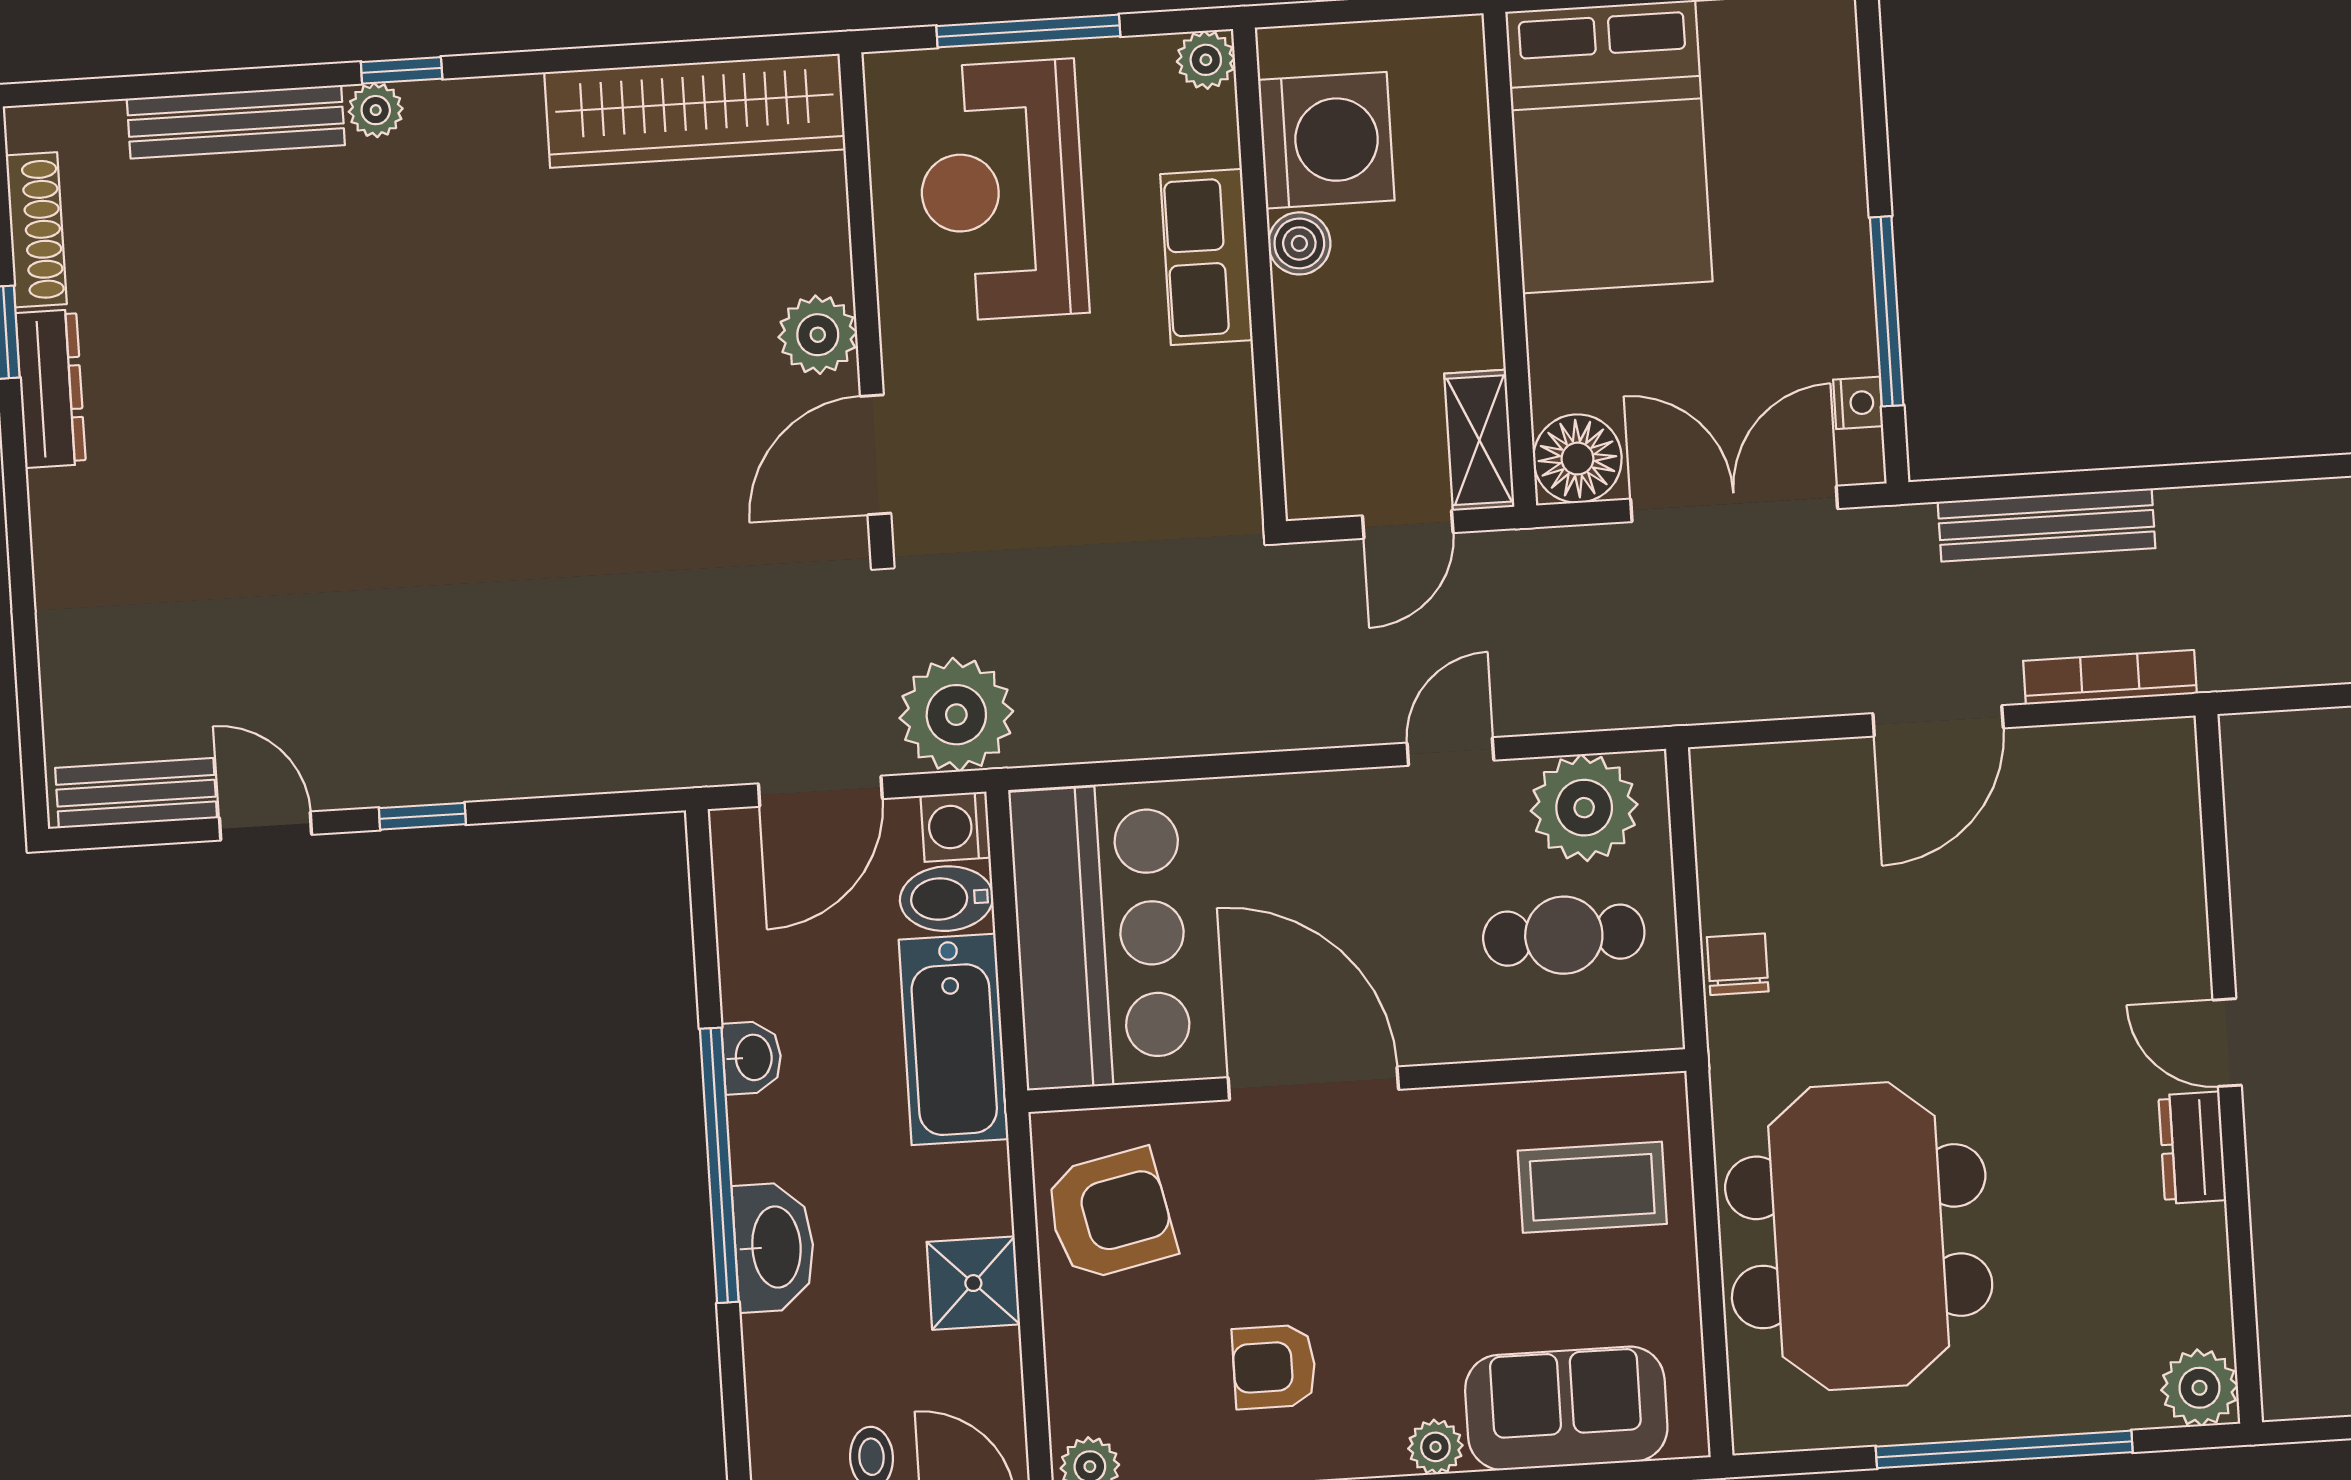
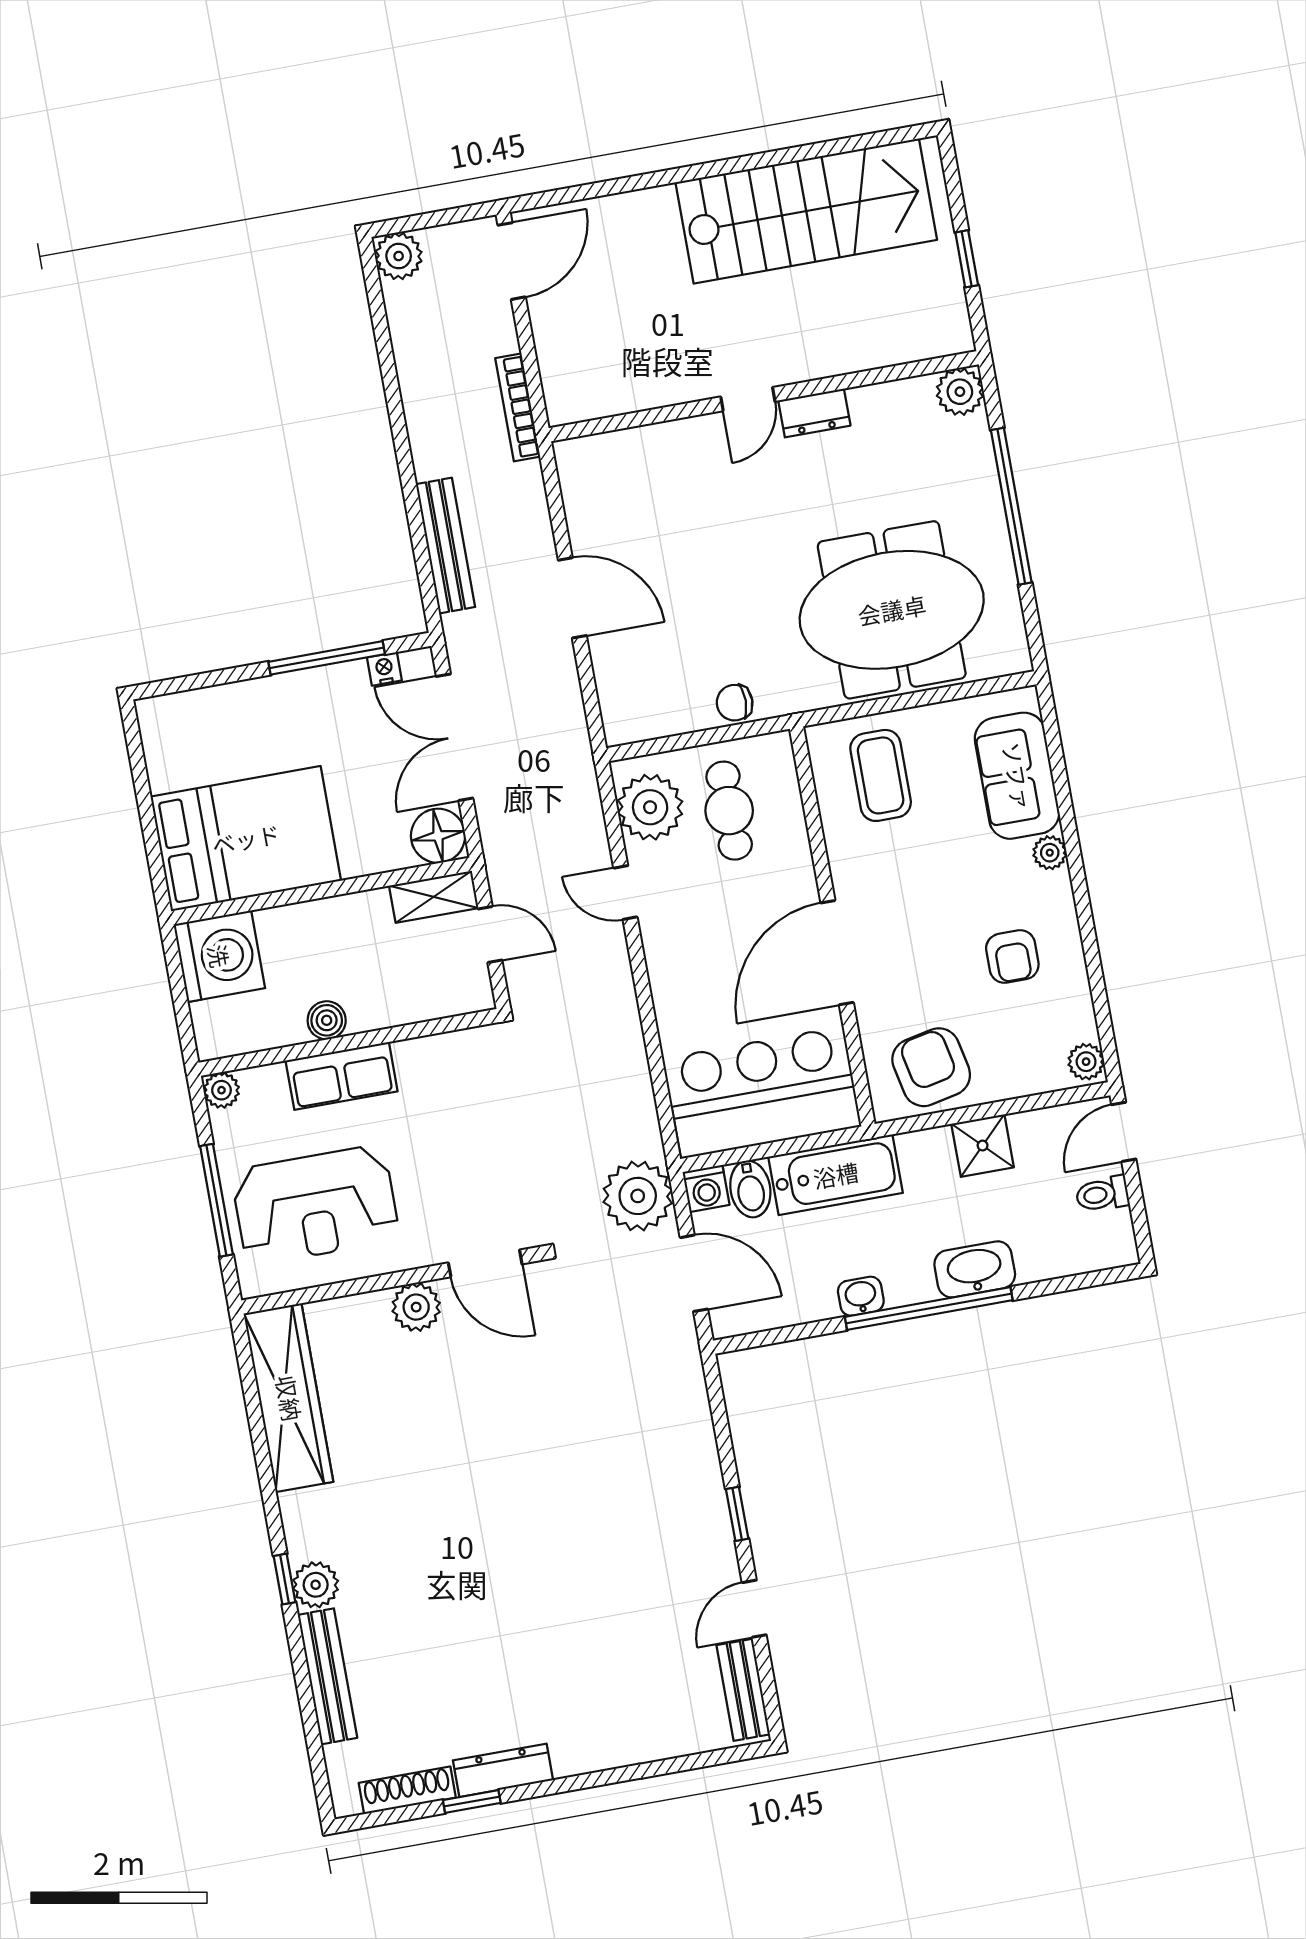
plant: (376, 110) -> (316, 1585), width x1.38, depth x1.38
washing machine: (1326, 140) -> (219, 956), moved, turned 90
bookcase: (2110, 677) -> (518, 407), moved

